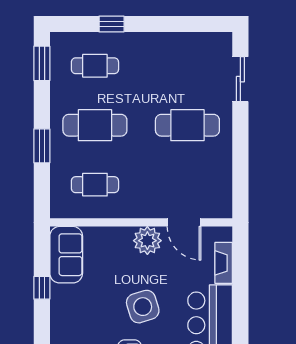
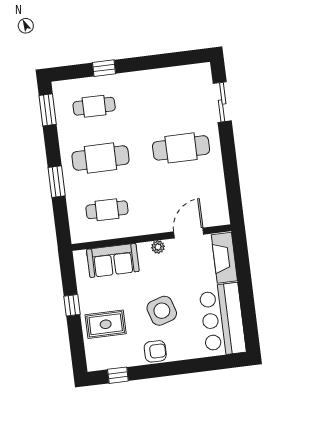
door: (184, 222) -> (189, 233), swing flipped
plant: (147, 241) -> (158, 247), width x0.53, depth x0.53
sofa: (66, 255) -> (113, 260), moved, turned 90
fireplace: (224, 263) -> (224, 258), width x1.37, depth x1.32
rug: (77, 314) -> (106, 324), added

